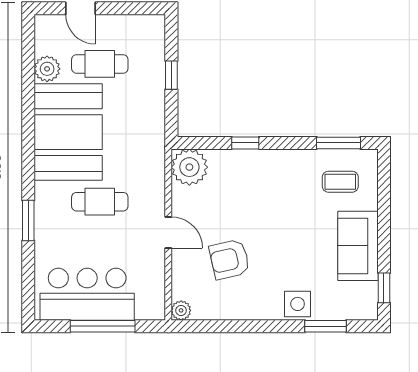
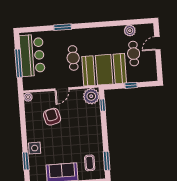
booth: (68, 132) -> (104, 70), moved
window: (245, 143) -> (103, 105), moved

